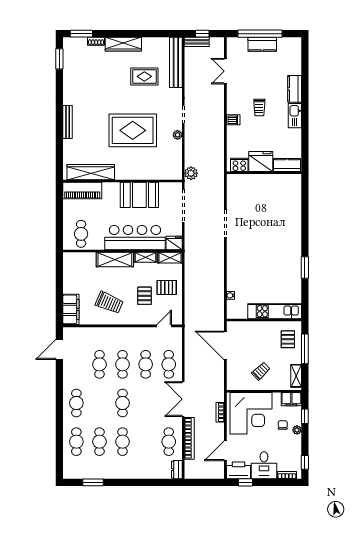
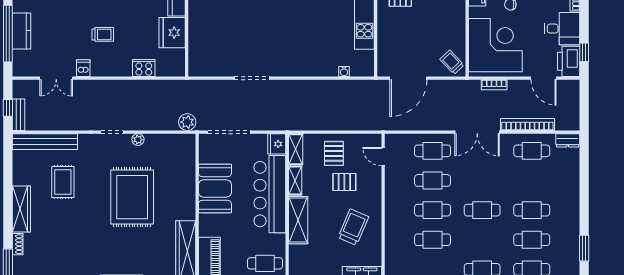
dishwasher: (233, 120) -> (83, 68), moved
cooker: (239, 165) -> (144, 68), moved, turned 90
trolley: (261, 371) -> (452, 62), moved

